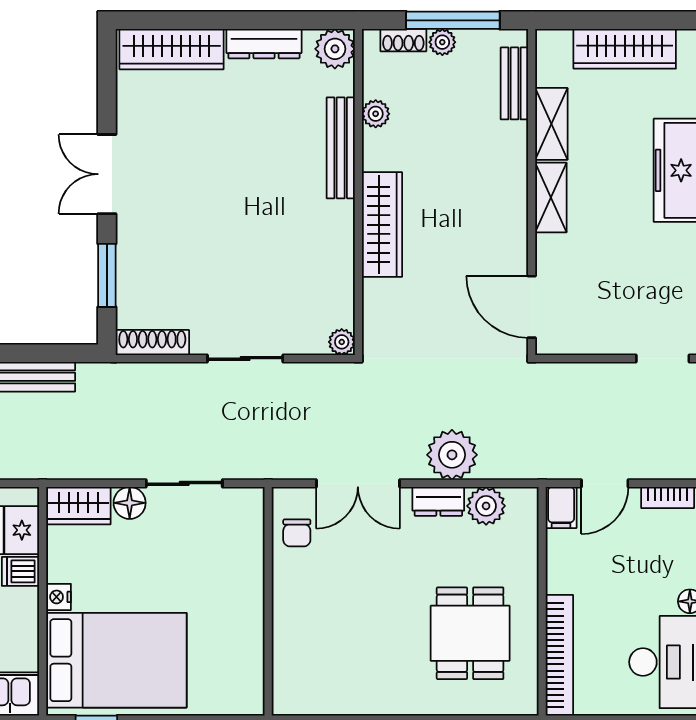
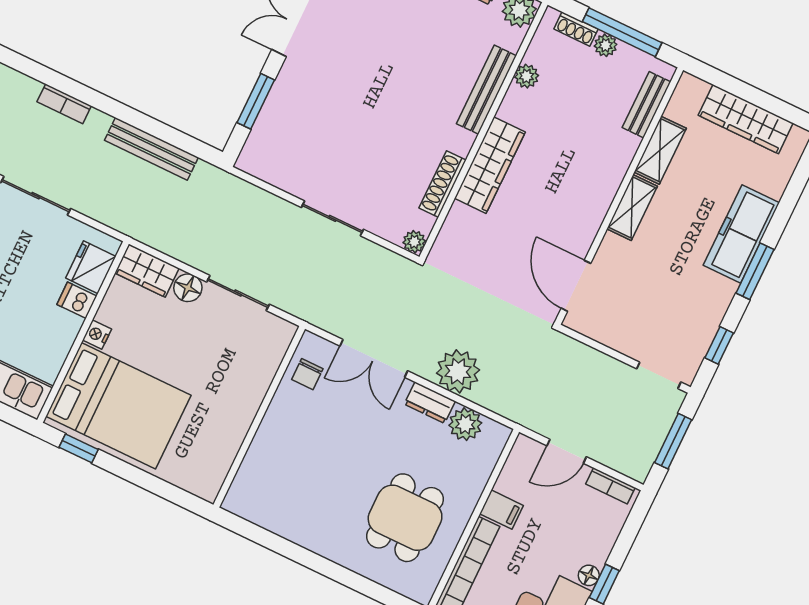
shoe rack: (152, 343) -> (443, 184), moved, turned -90
filing cabinet: (561, 507) -> (501, 510), moved, turned -90

